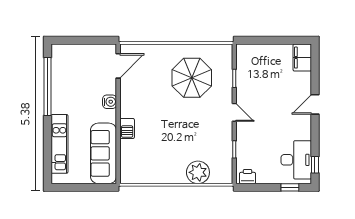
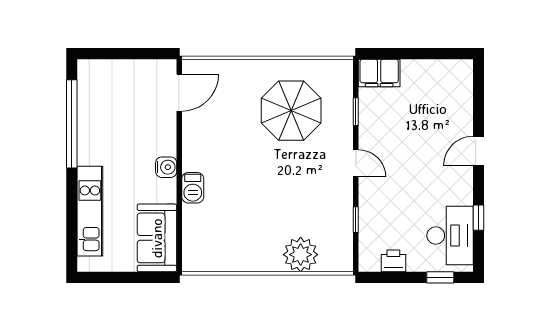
filing cabinet: (302, 58) -> (379, 73), moved, turned -90
water cooler: (110, 102) -> (166, 167), moved
sofa: (104, 153) -> (157, 238), width x0.73
window: (315, 165) -> (478, 218), moved
printer: (248, 177) -> (393, 261), moved

